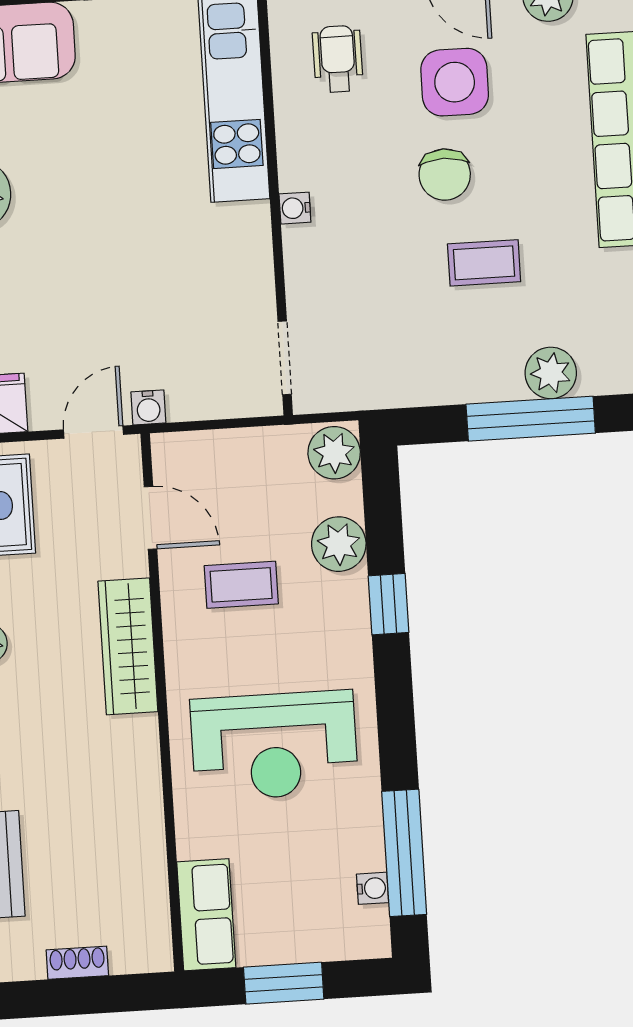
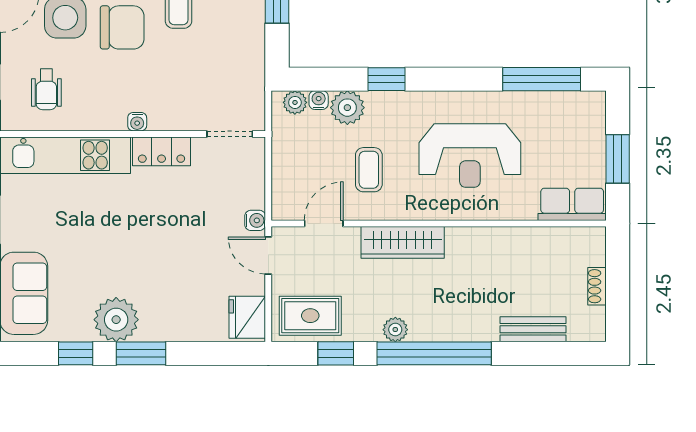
wheelchair: (338, 59) -> (46, 89), turned -90
chair: (445, 175) -> (122, 27), width x1.37, depth x1.37
locker: (250, 250) -> (162, 151), added
plant: (334, 453) -> (295, 102), width x0.73, depth x0.73
reception desk: (274, 746) -> (470, 156), turned 90
water cooler: (373, 888) -> (319, 100), moved

